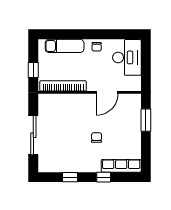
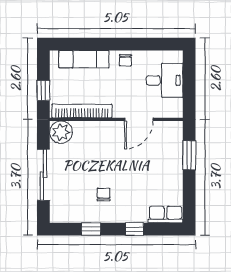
desk: (127, 57) -> (165, 80), width x0.73
plant: (47, 102) -> (61, 132), added
chair: (97, 137) -> (104, 195), moved
row of seats: (121, 166) -> (166, 214), width x0.68

